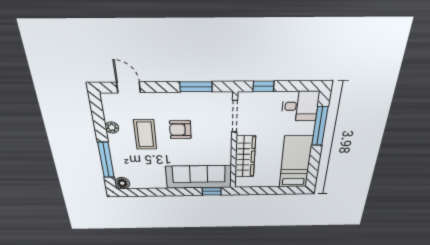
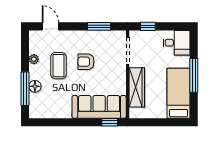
window: (320, 126) -> (194, 75), moved
floor lamp: (122, 183) -> (35, 86), moved

